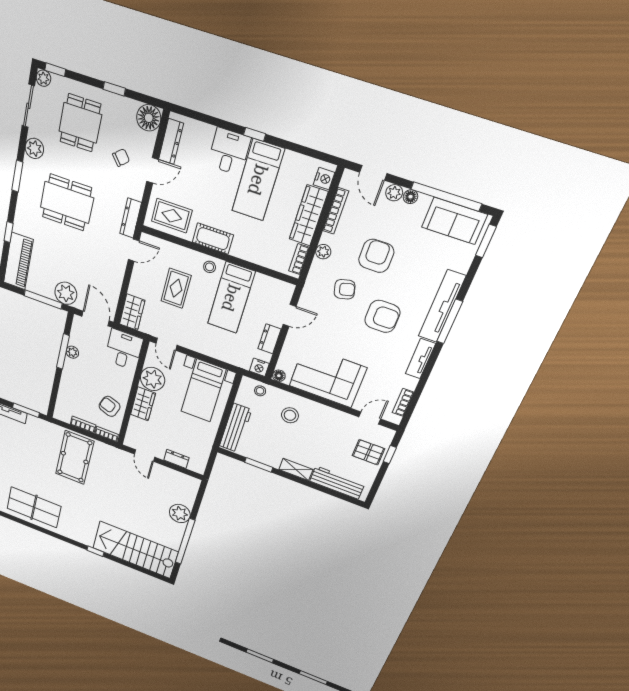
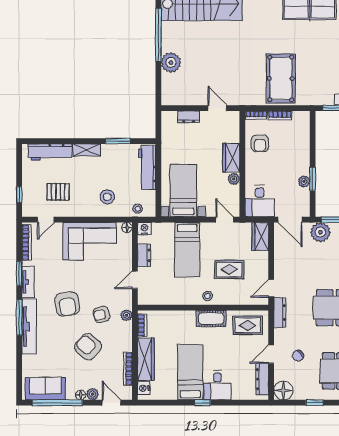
window: (486, 241) -> (19, 274), moved
plant: (323, 252) -> (126, 315), moved
armchair: (376, 256) -> (88, 347), turned 130
rug: (176, 288) -> (229, 270), turned 90
bed: (231, 298) -> (187, 250), moved, turned 180
armchair: (382, 316) -> (67, 304), turned -98
window: (63, 352) -> (313, 179), width x0.69
plant: (153, 379) -> (234, 179), width x0.53, depth x0.53
bookcase: (403, 402) -> (27, 242), width x1.56
armchair: (110, 406) -> (260, 143), turned 70
pallet: (368, 452) -> (58, 192), moved

